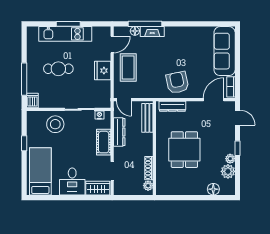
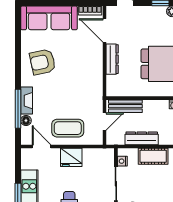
armchair: (177, 83) -> (43, 62), moved
door: (124, 100) -> (104, 121), moved
dresser: (172, 106) -> (112, 59), moved

